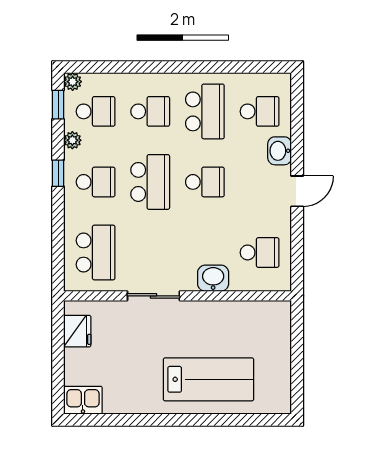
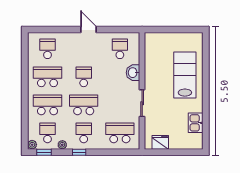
school desk: (150, 111) -> (47, 105), width x1.85
washbasin: (280, 151) -> (68, 39), removed
kitchen sink: (83, 400) -> (196, 123), moved

